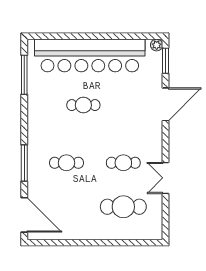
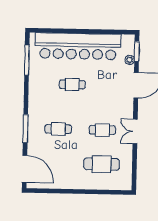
plant: (157, 45) -> (130, 60), moved
double door: (166, 178) -> (135, 131), moved

